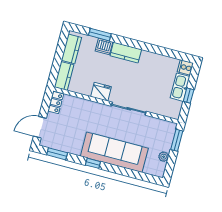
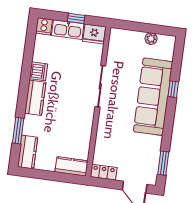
dishwasher: (104, 46) -> (38, 71), moved
kitchen counter: (71, 49) -> (28, 152), moved, turned 90
fridge: (101, 92) -> (94, 34), moved, turned -90
window: (177, 140) -> (130, 26), removed
window: (93, 163) -> (173, 89), moved

